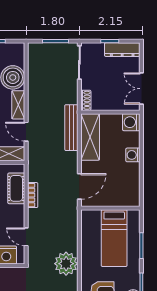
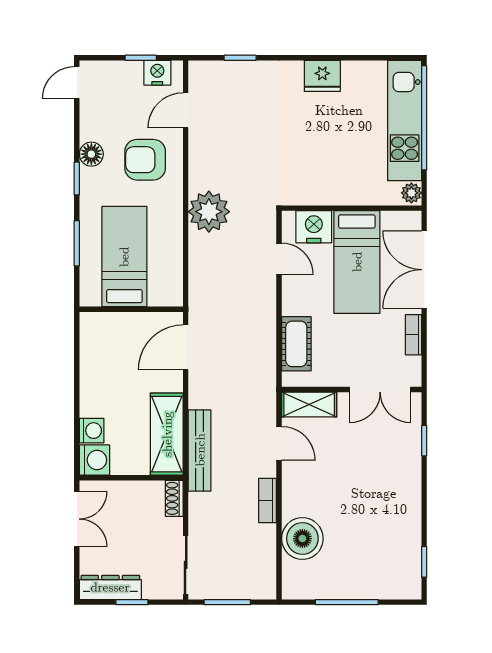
shelving: (18, 105) -> (293, 491), removed
washing machine: (133, 155) -> (92, 431), moved
bookcase: (33, 195) -> (268, 500), moved

